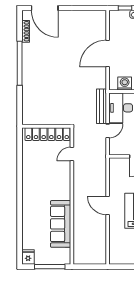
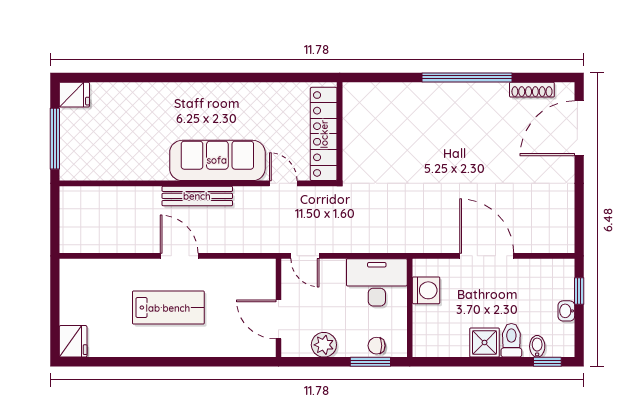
bench: (101, 106) -> (197, 196), moved
door: (108, 131) -> (305, 256), moved
door: (108, 205) -> (179, 256), hinge flipped
sofa: (61, 224) -> (217, 160), moved

